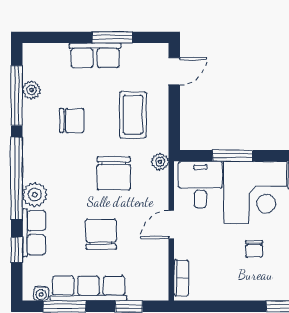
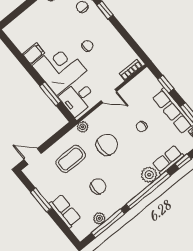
row of seats: (95, 55) -> (65, 211), moved
chair: (72, 120) -> (98, 186), turned 90
chair: (101, 234) -> (142, 126), width x0.54, depth x0.54

